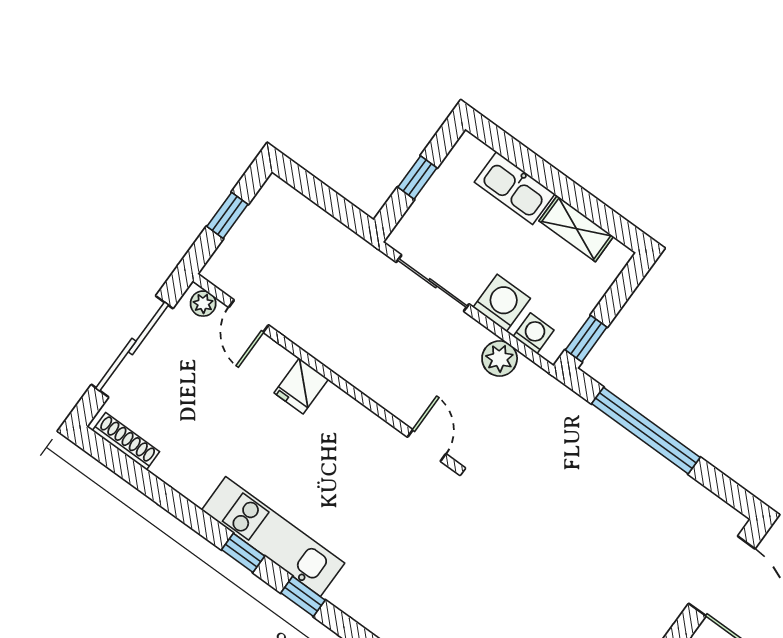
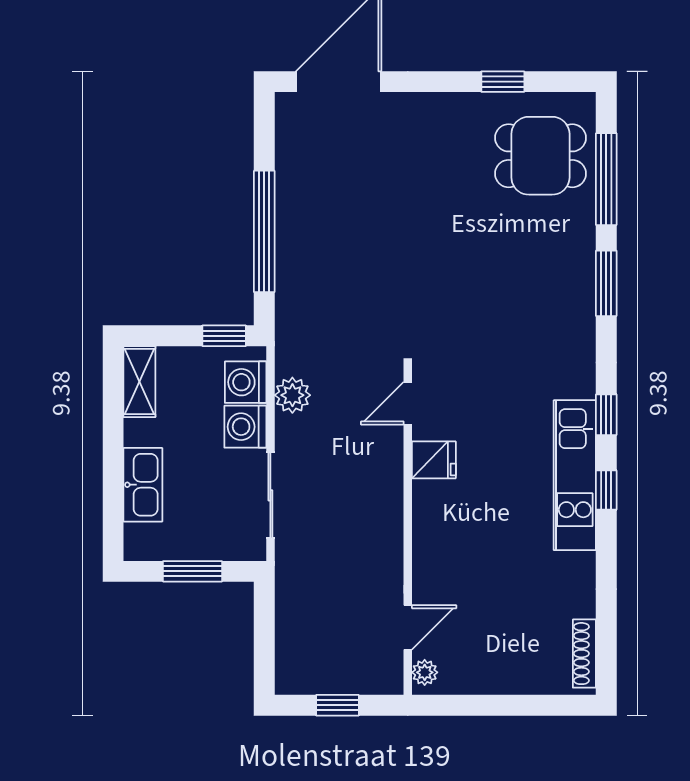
window: (417, 178) -> (192, 571), width x1.50
shelving: (576, 229) -> (139, 382), moved
washing machine: (534, 333) -> (246, 382), width x1.38, depth x1.38
sliding door: (132, 346) -> (503, 705), removed
fridge: (301, 386) -> (434, 460), moved

